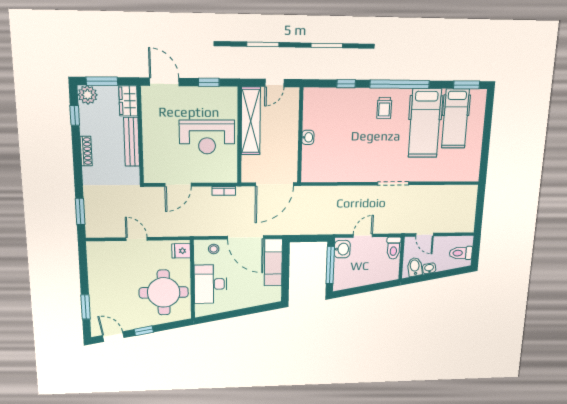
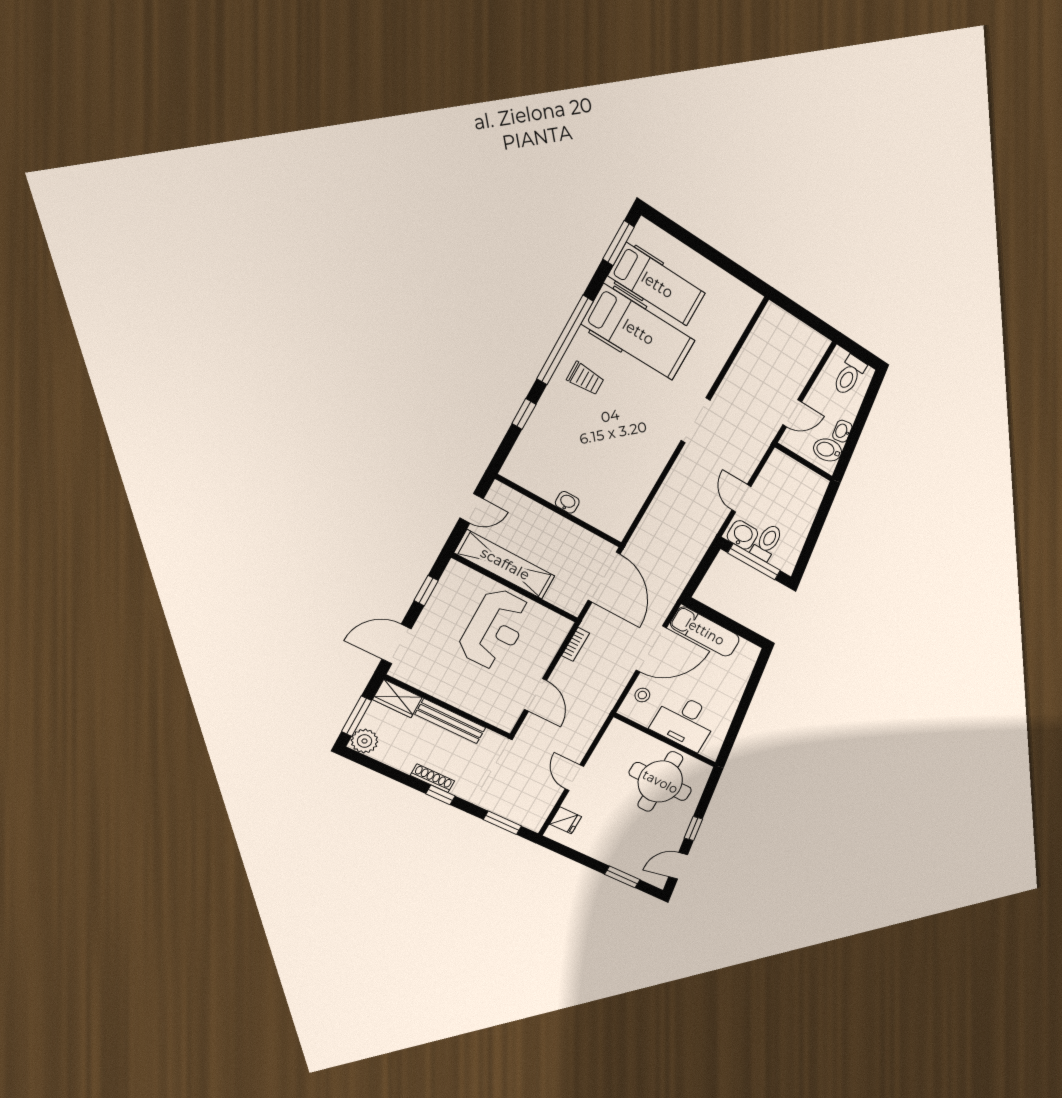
door: (274, 83) -> (472, 508), hinge flipped
window: (75, 115) -> (440, 795), moved
door: (137, 239) -> (574, 778), hinge flipped
toilet: (394, 248) -> (767, 542), moved, turned -90
fridge: (181, 251) -> (566, 820), moved, turned -90

